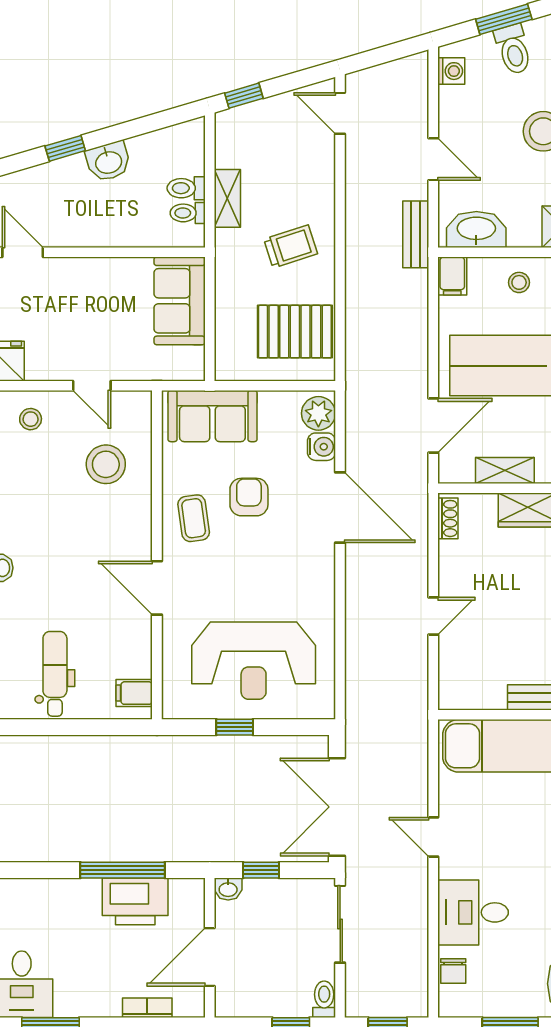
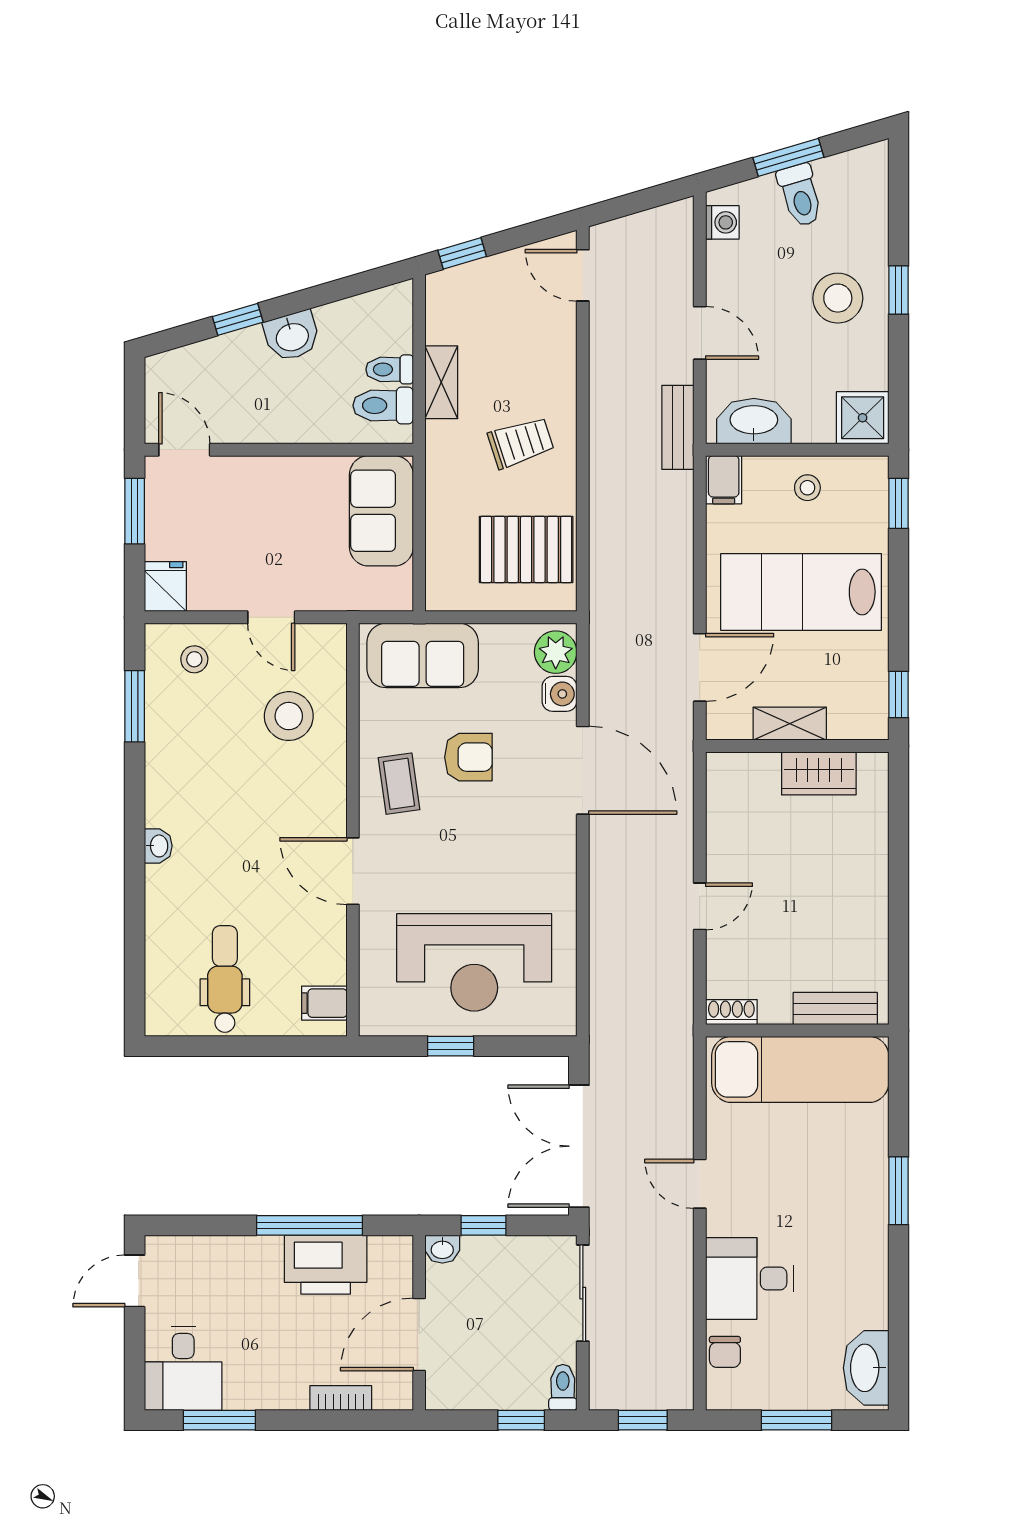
toilet: (188, 213) -> (383, 405), width x1.37, depth x1.39
armchair: (249, 497) -> (468, 757), turned 90
shoe rack: (448, 518) -> (731, 1012), moved, turned -90

